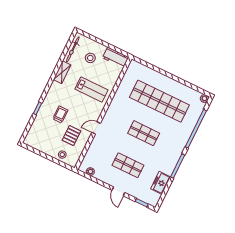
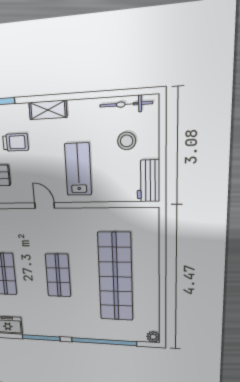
shelving: (62, 72) -> (48, 110), moved
lab bench: (91, 89) -> (78, 169), turned 180
door: (96, 128) -> (45, 205), moved

